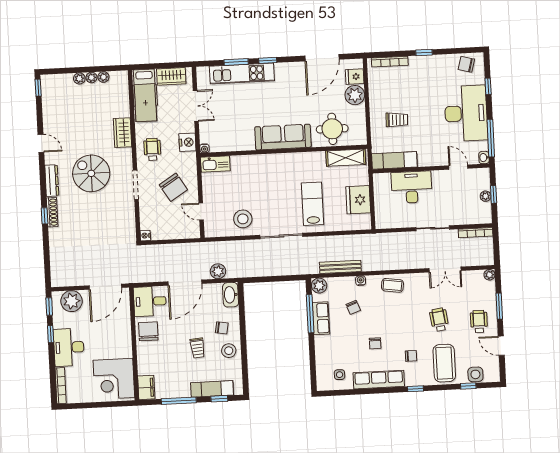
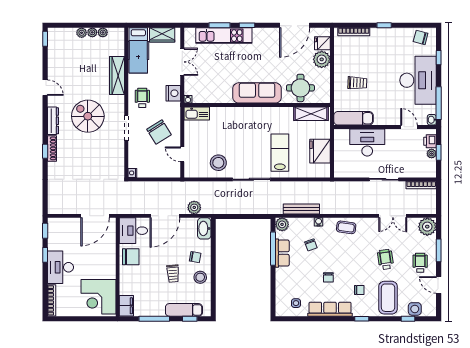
wardrobe: (122, 133) -> (117, 76), width x1.50
printer: (483, 182) -> (430, 141), added
plant: (489, 275) -> (427, 227), width x1.87, depth x1.87
plant: (72, 301) -> (65, 227), removed
chair: (148, 331) -> (131, 257), turned 90

